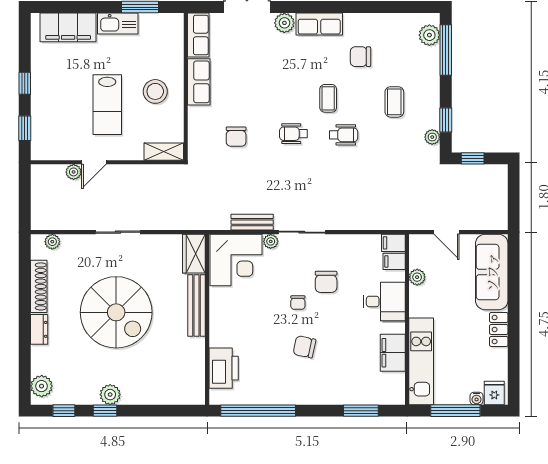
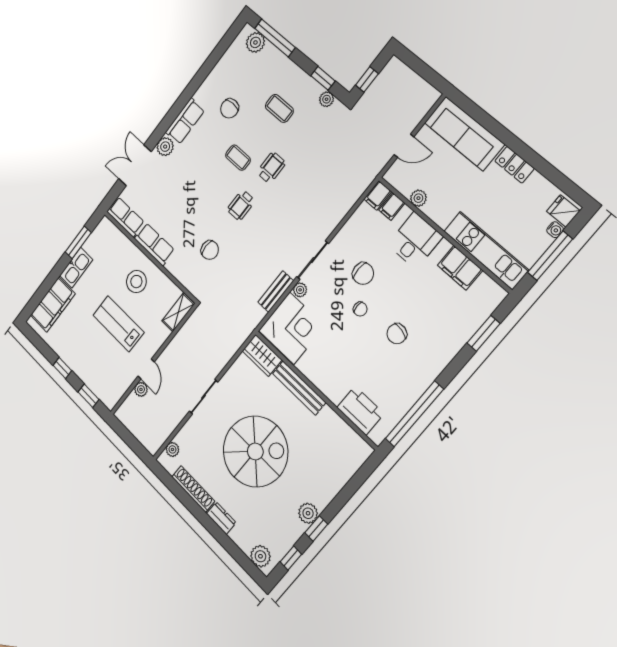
lab bench: (107, 105) -> (118, 324), turned 180

